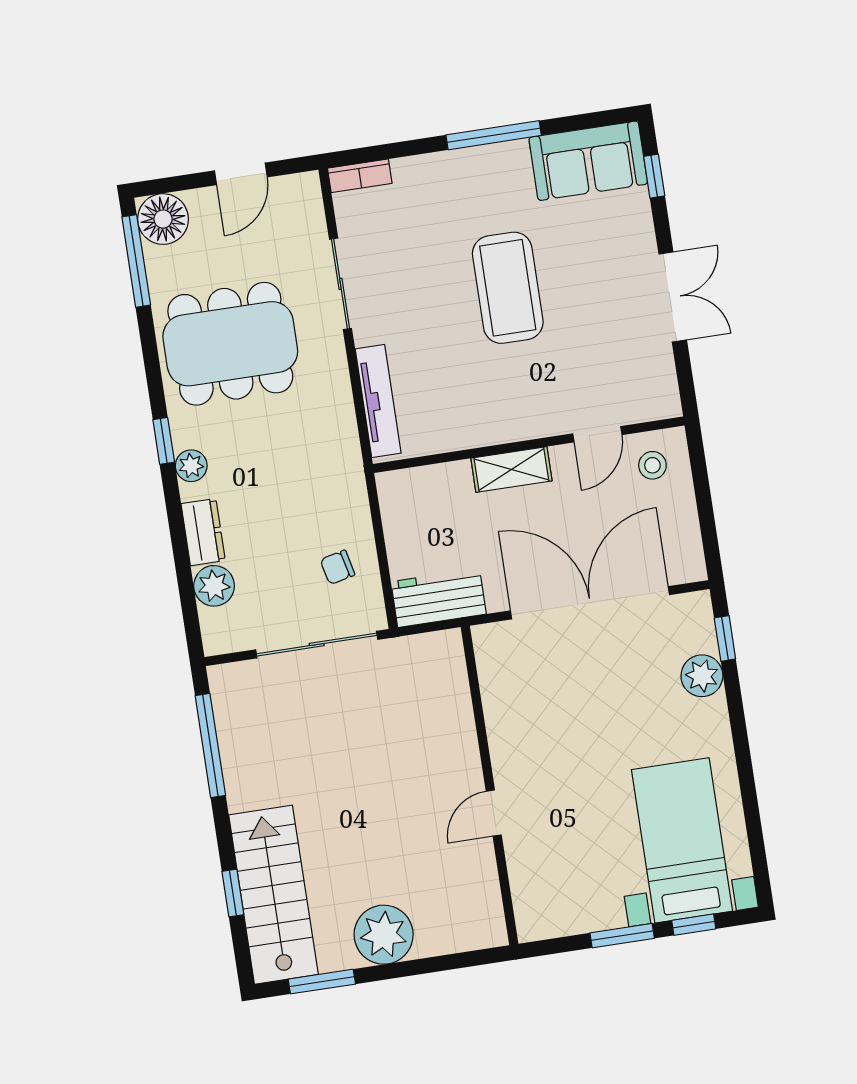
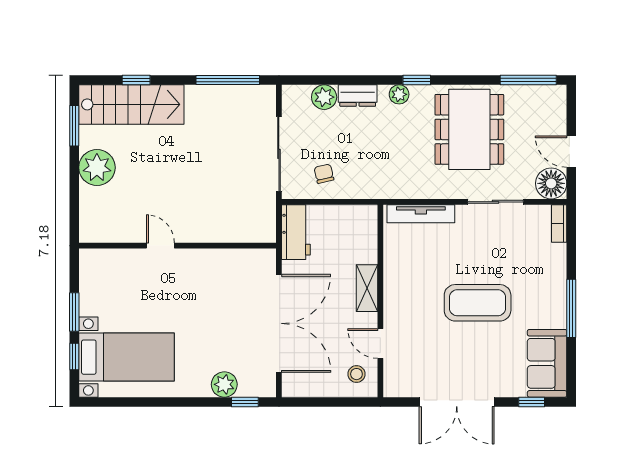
floor lamp: (163, 219) -> (551, 183), moved
double door: (673, 297) -> (457, 402), width x1.37

